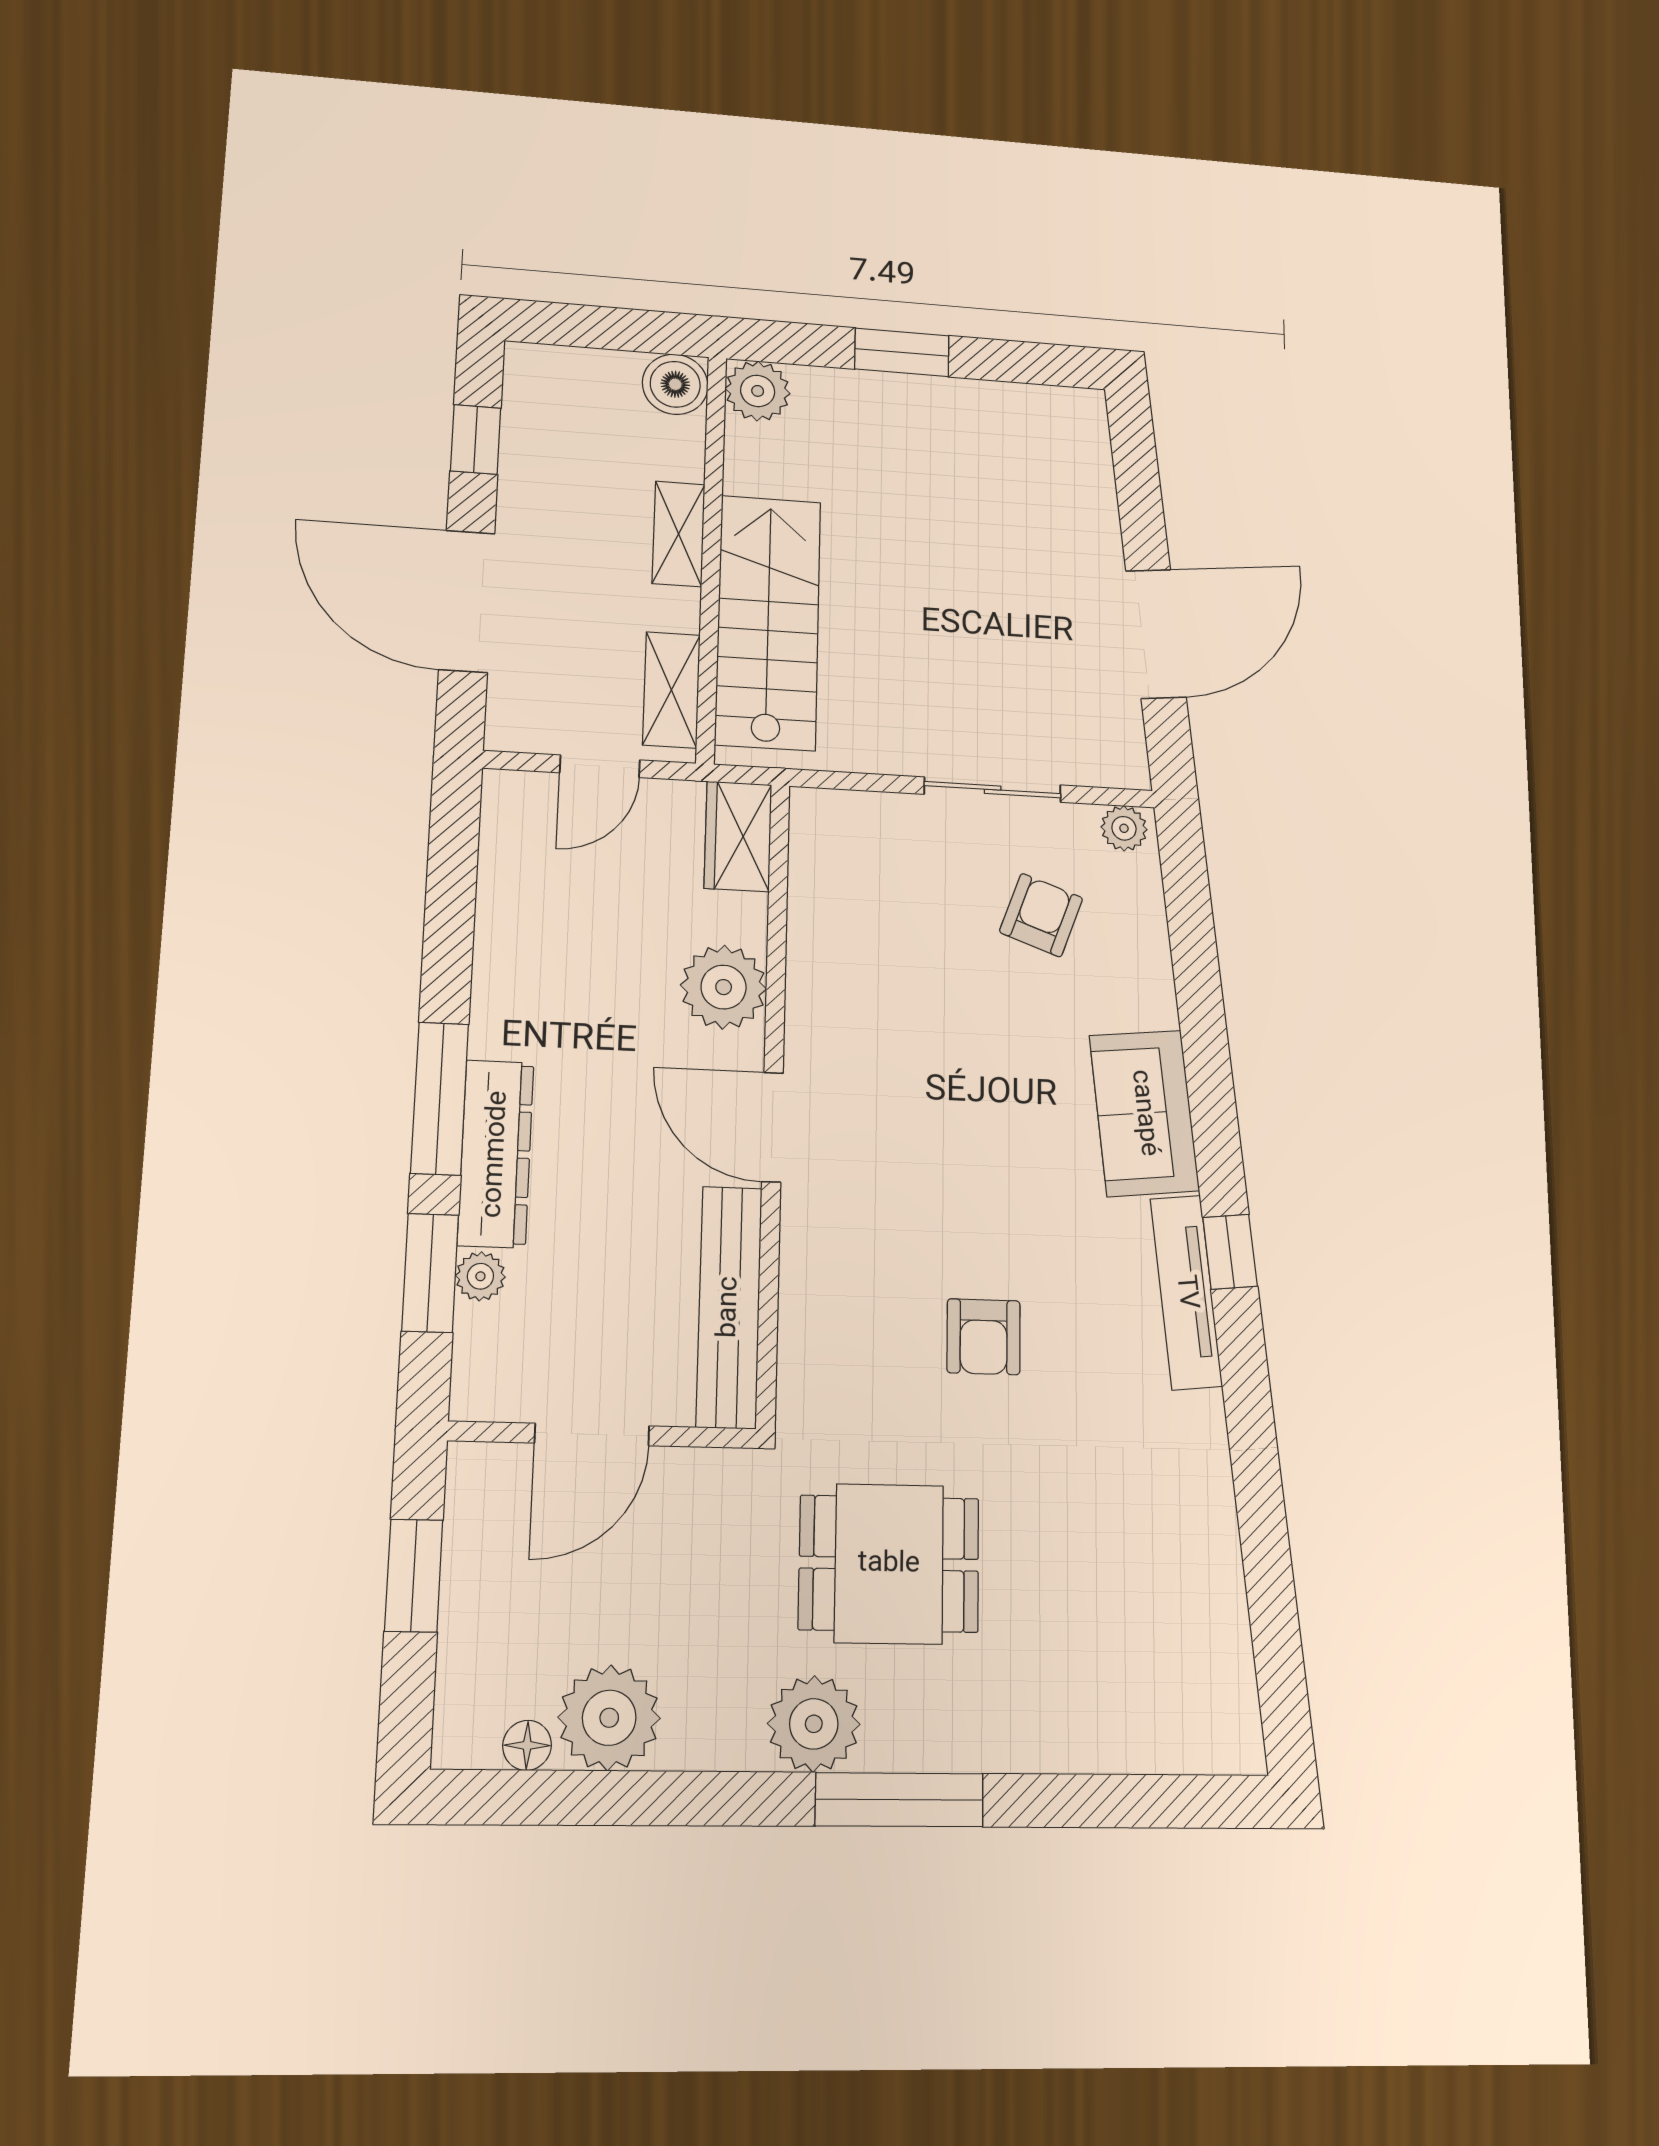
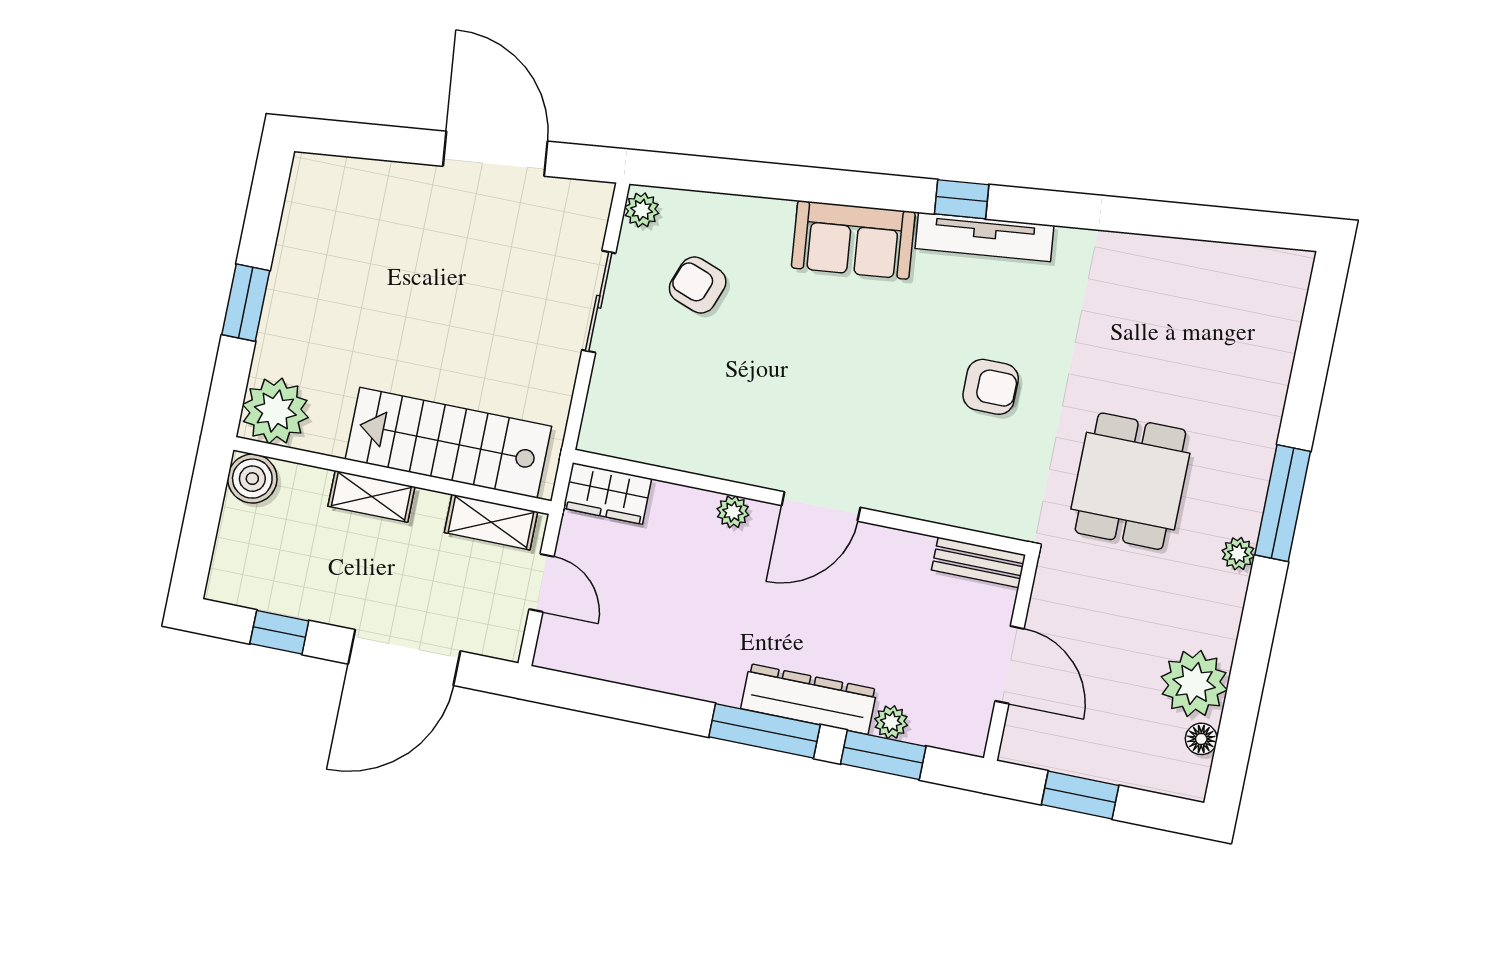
plant: (758, 391) -> (275, 411), width x1.36, depth x1.36
plant: (724, 987) -> (733, 512), width x0.53, depth x0.53
bench: (729, 1307) -> (978, 562), width x0.54, depth x0.82
plant: (814, 1724) -> (1238, 554), width x0.53, depth x0.53

